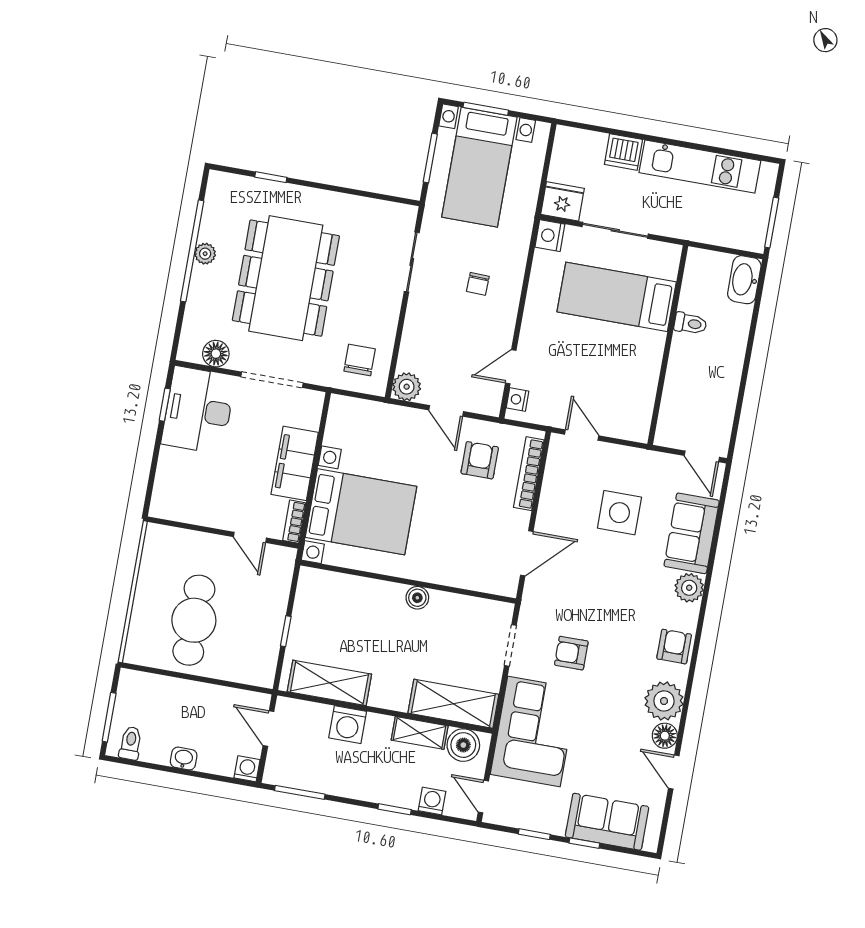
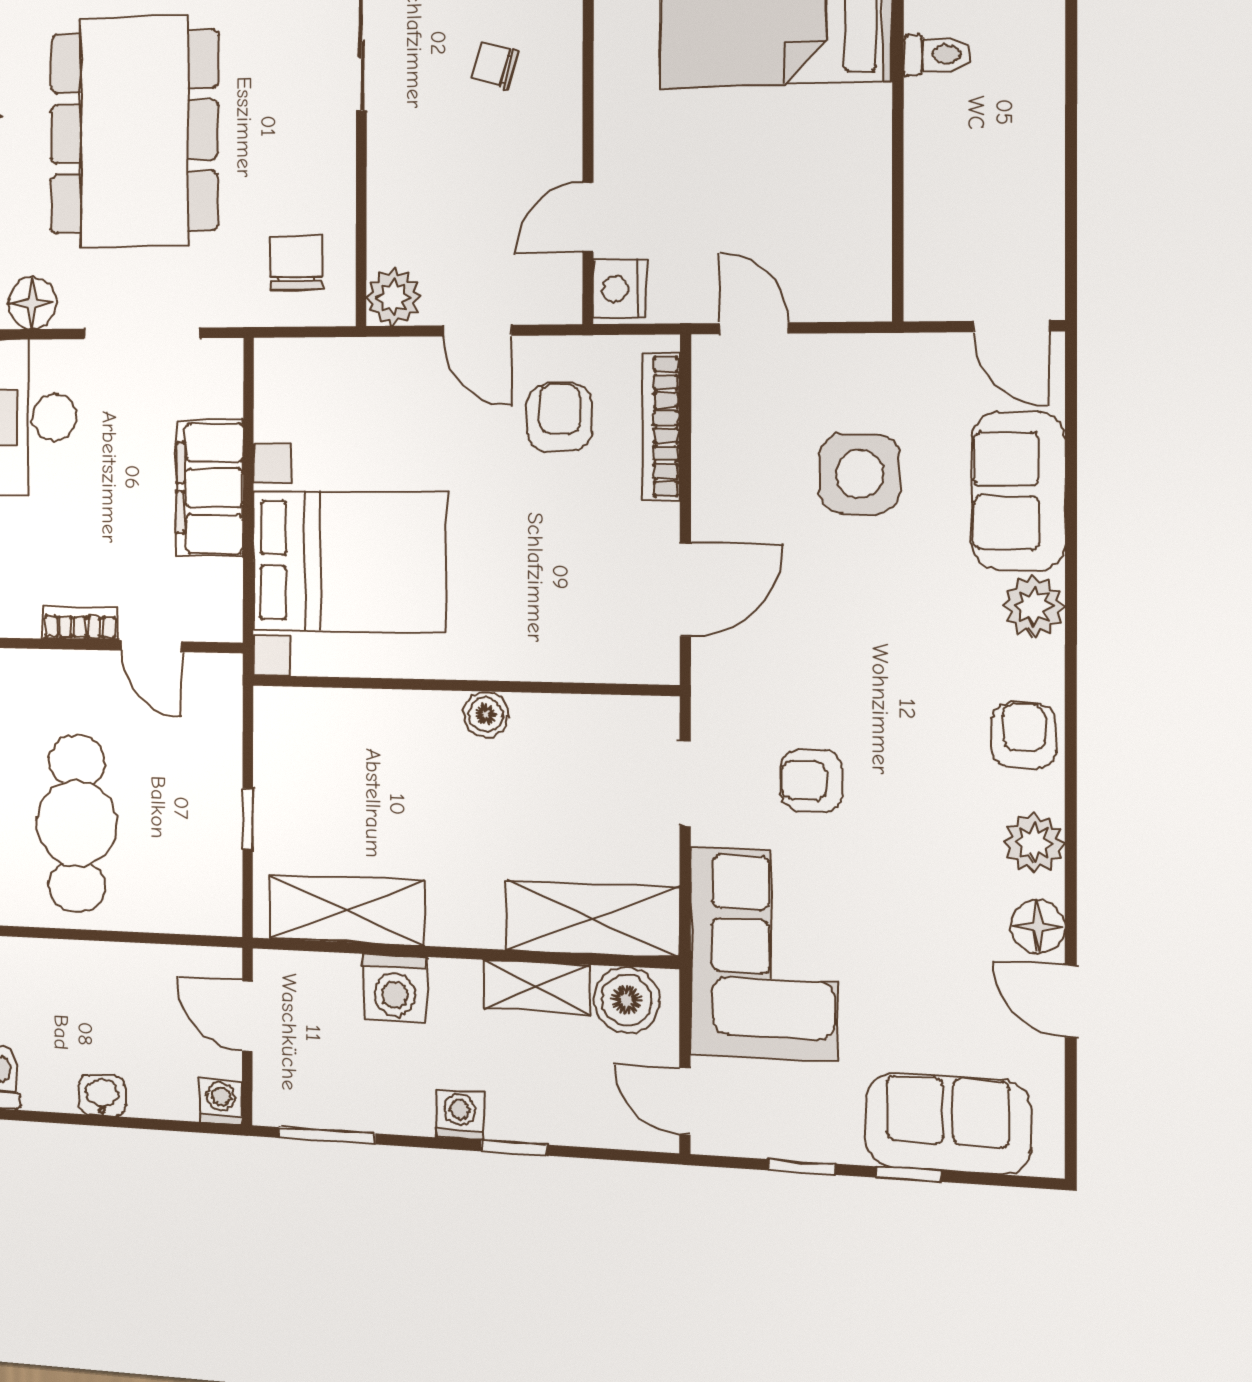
chair: (478, 284) -> (495, 65), turned 105
nightstand: (517, 399) -> (620, 289), width x1.39, depth x1.35
bookcase: (294, 522) -> (80, 623), moved, turned 90
plant: (664, 701) -> (1034, 843), width x0.73, depth x0.73
washing machine: (432, 801) -> (460, 1115), moved

